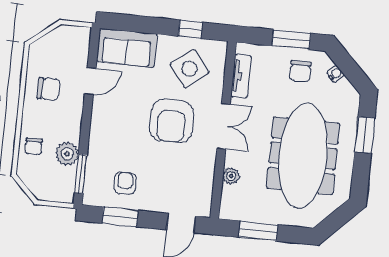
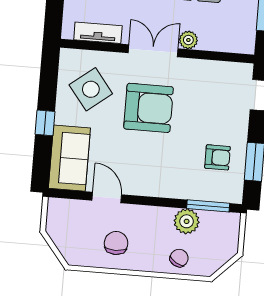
window: (190, 29) -> (45, 123), moved
chair: (34, 146) -> (179, 258), turned -59
plant: (231, 176) -> (188, 40), moved
armchair: (125, 183) -> (217, 157), turned 180

